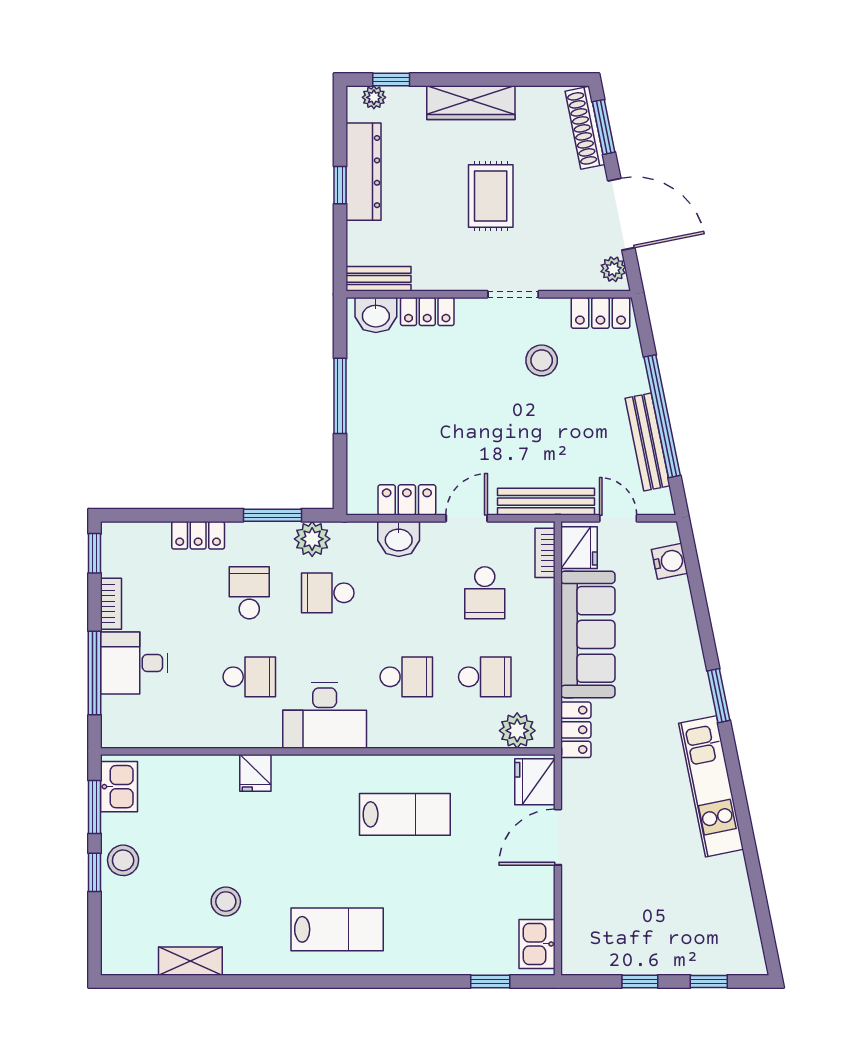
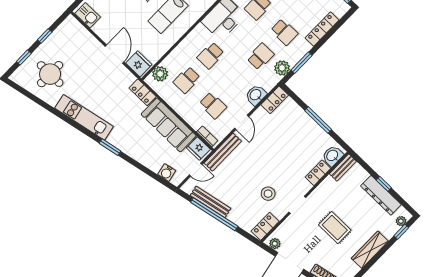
locker: (407, 500) -> (275, 100), moved
locker: (198, 535) -> (322, 29), width x1.53
school desk: (485, 593) -> (213, 105), turned 180
round table: (694, 912) -> (50, 74), added

